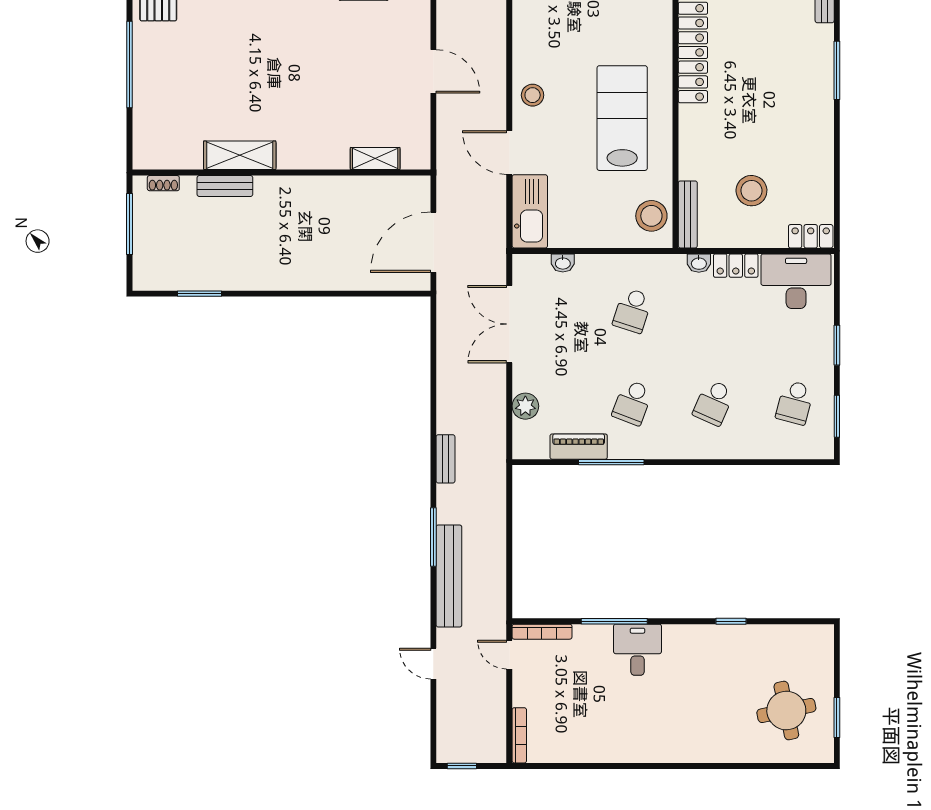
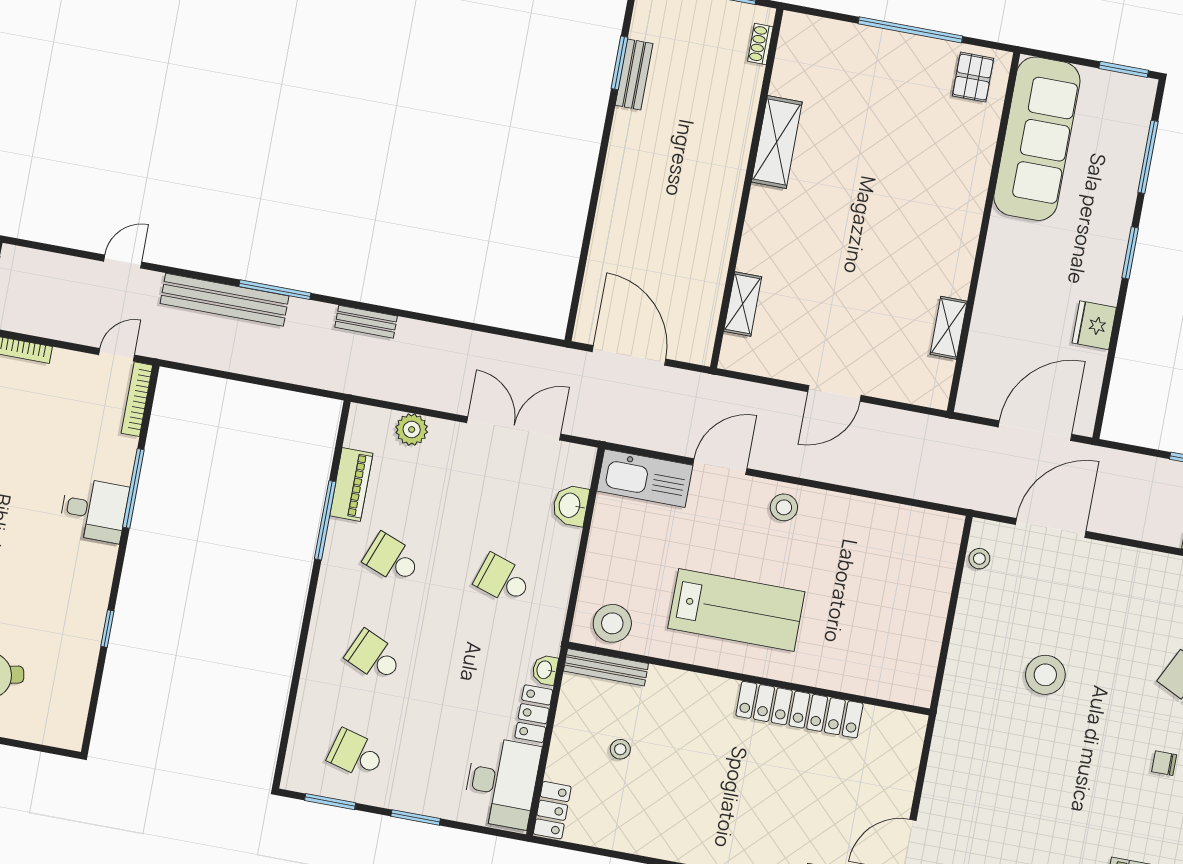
bench: (225, 186) -> (634, 74), moved
stool: (751, 191) -> (620, 749), width x0.53, depth x0.53
washbasin: (563, 263) -> (570, 505), width x1.38, depth x1.45

